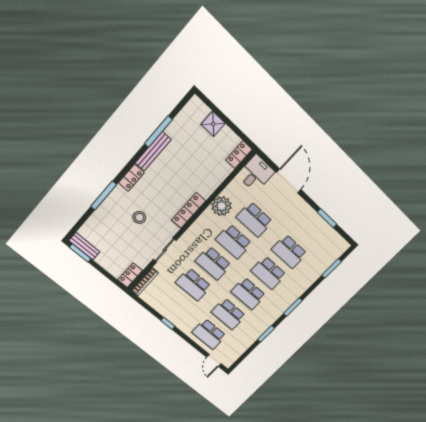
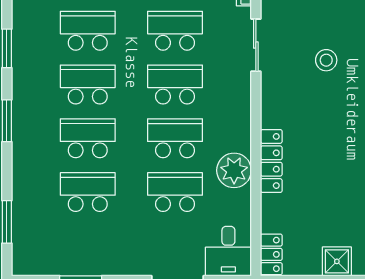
locker: (189, 211) -> (271, 161), moved

